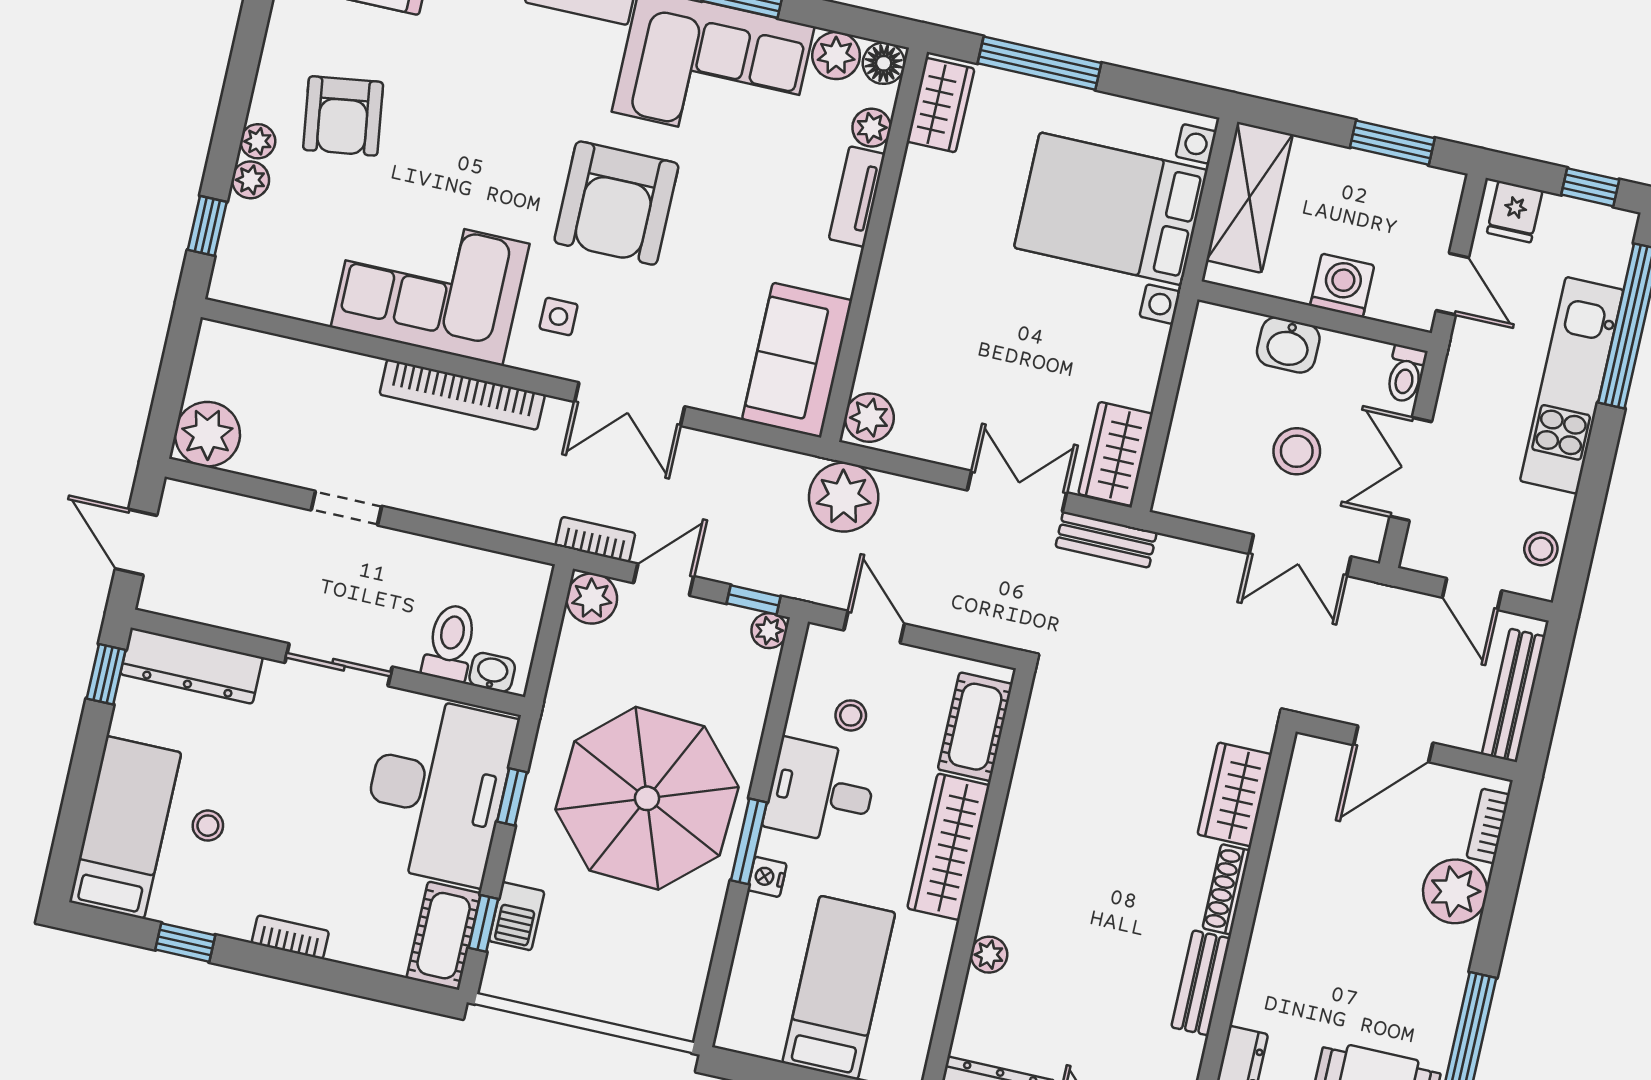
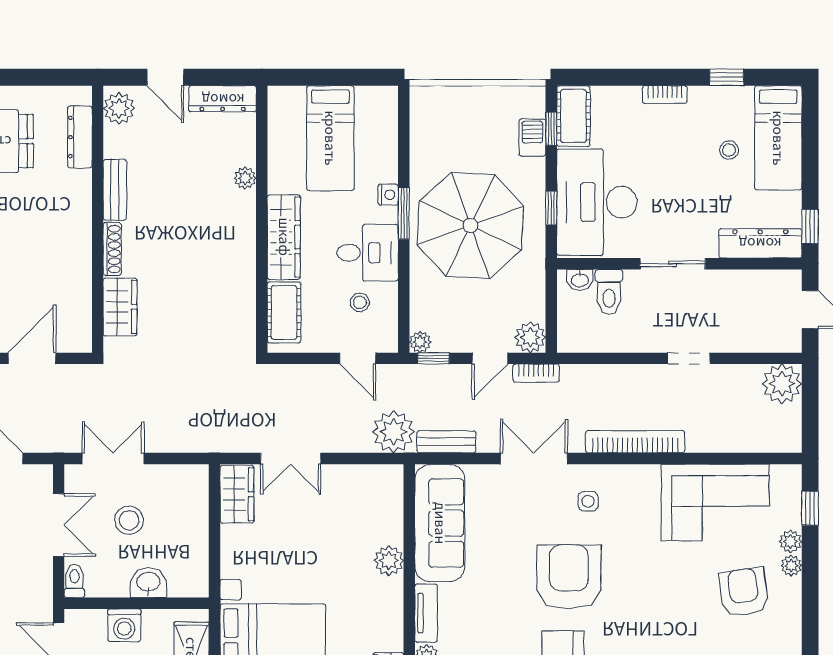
corner sofa: (430, 286) -> (715, 503), moved
sofa: (797, 360) -> (440, 523), width x1.36
plant: (869, 418) -> (389, 561), moved
bench: (1106, 540) -> (446, 442), moved

